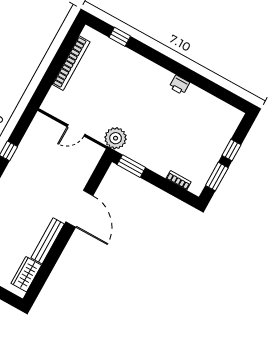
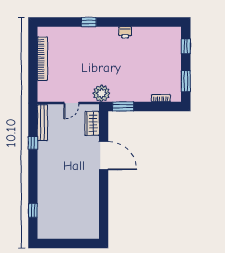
window: (120, 37) -> (89, 22), moved
window: (231, 150) -> (186, 46), moved
bench: (48, 241) -> (42, 123), moved
wardrobe: (26, 274) -> (92, 123), moved

